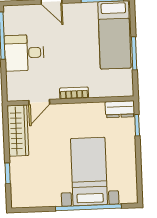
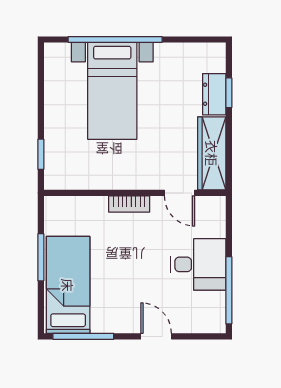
door: (39, 102) -> (180, 193), swing flipped
dresser: (120, 109) -> (214, 94), moved, turned -90

